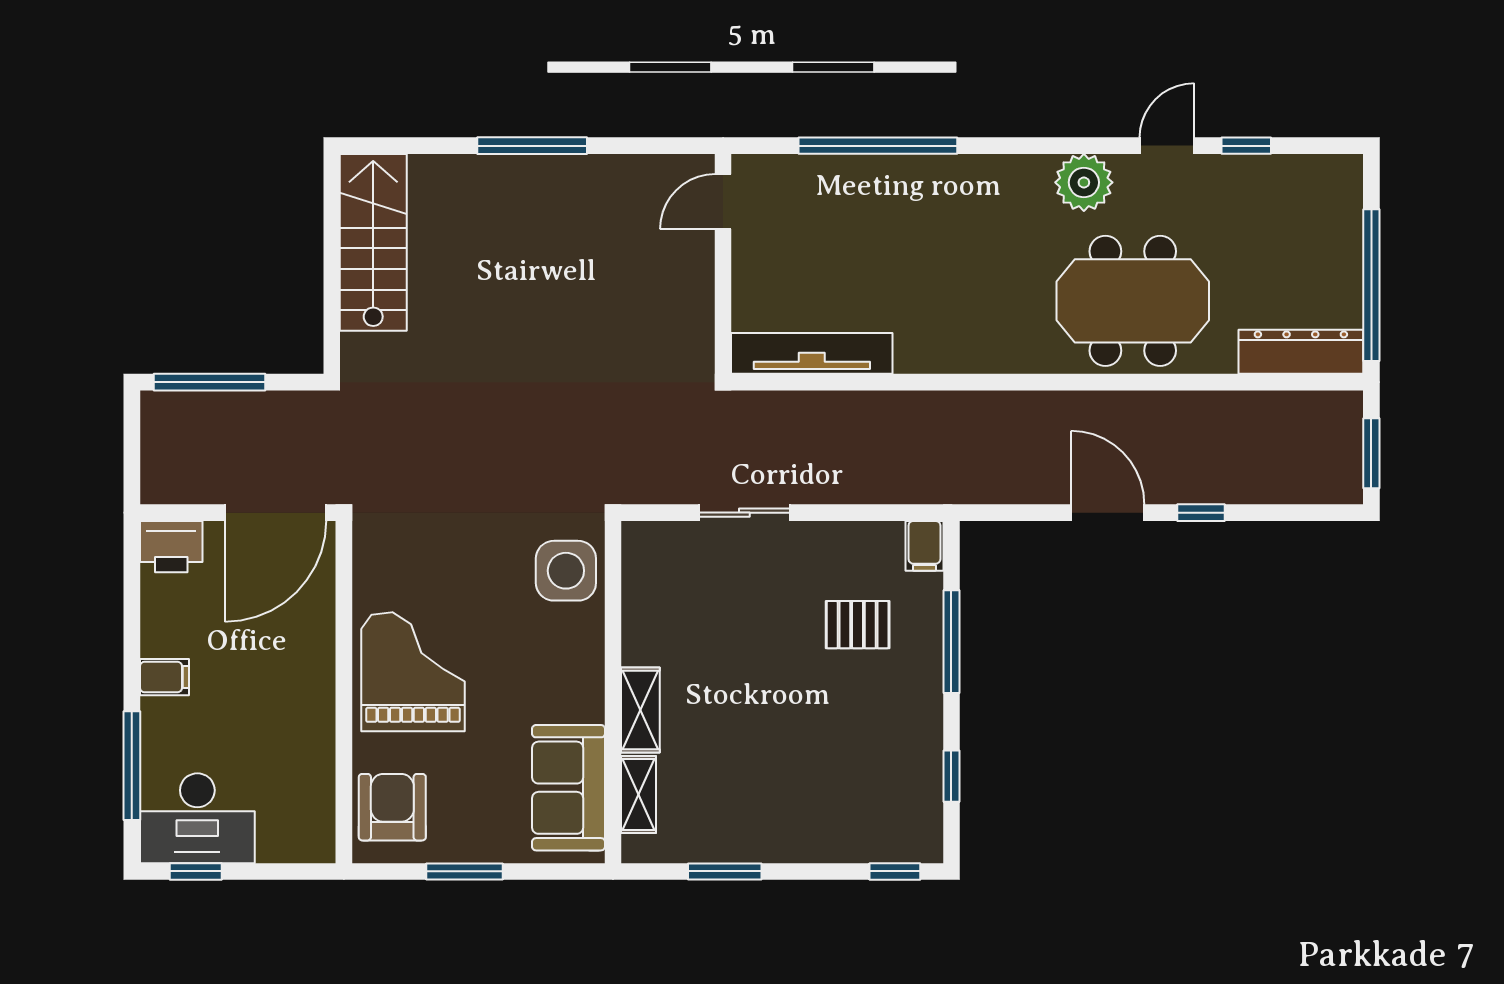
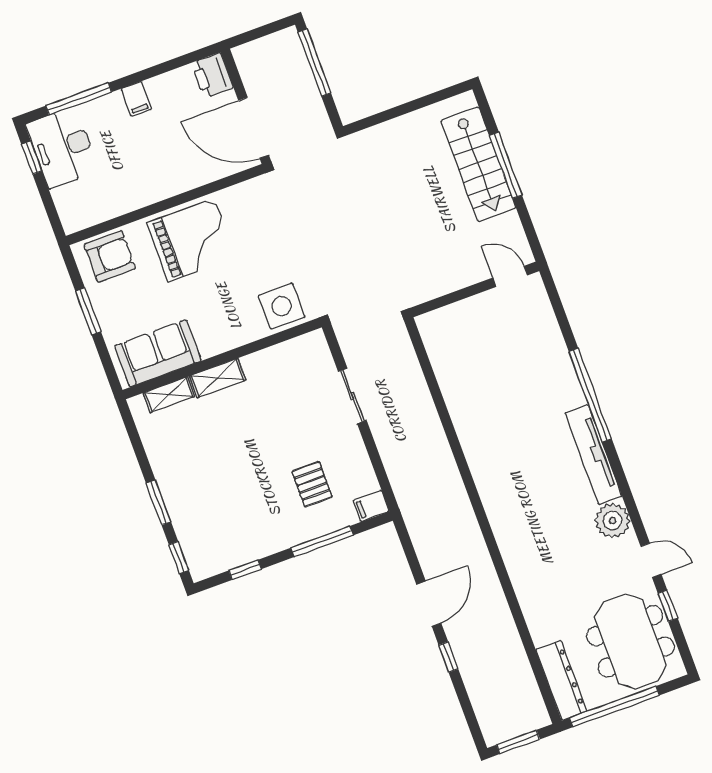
window: (532, 146) -> (506, 165), moved
door: (723, 202) -> (510, 276), moved
stairs: (373, 242) -> (478, 164), moved, turned 90
wall: (723, 264) -> (475, 289), moved
meeting table: (1133, 301) -> (630, 641), moved
tv unit: (812, 353) -> (593, 455), moved, turned 180
window: (725, 871) -> (159, 502), moved

